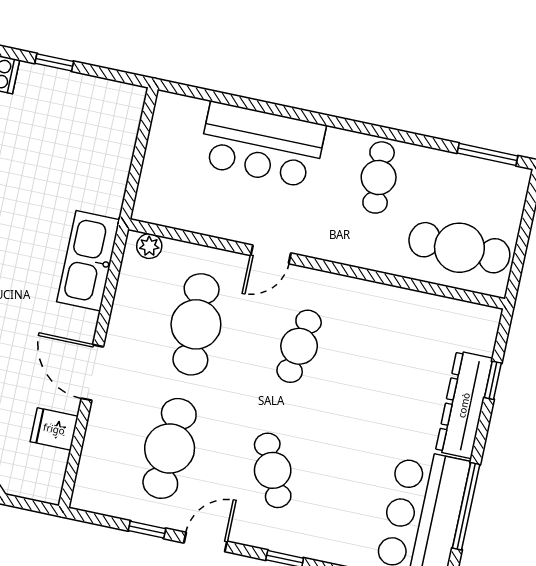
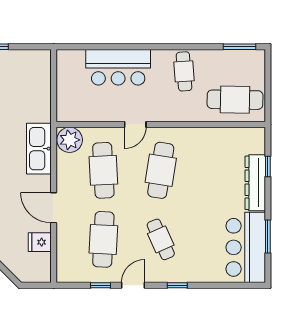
plant: (149, 246) -> (70, 140), width x1.87, depth x1.87
cafe table: (299, 346) -> (161, 170), width x1.37, depth x1.35
window: (466, 506) -> (268, 237), width x0.69

